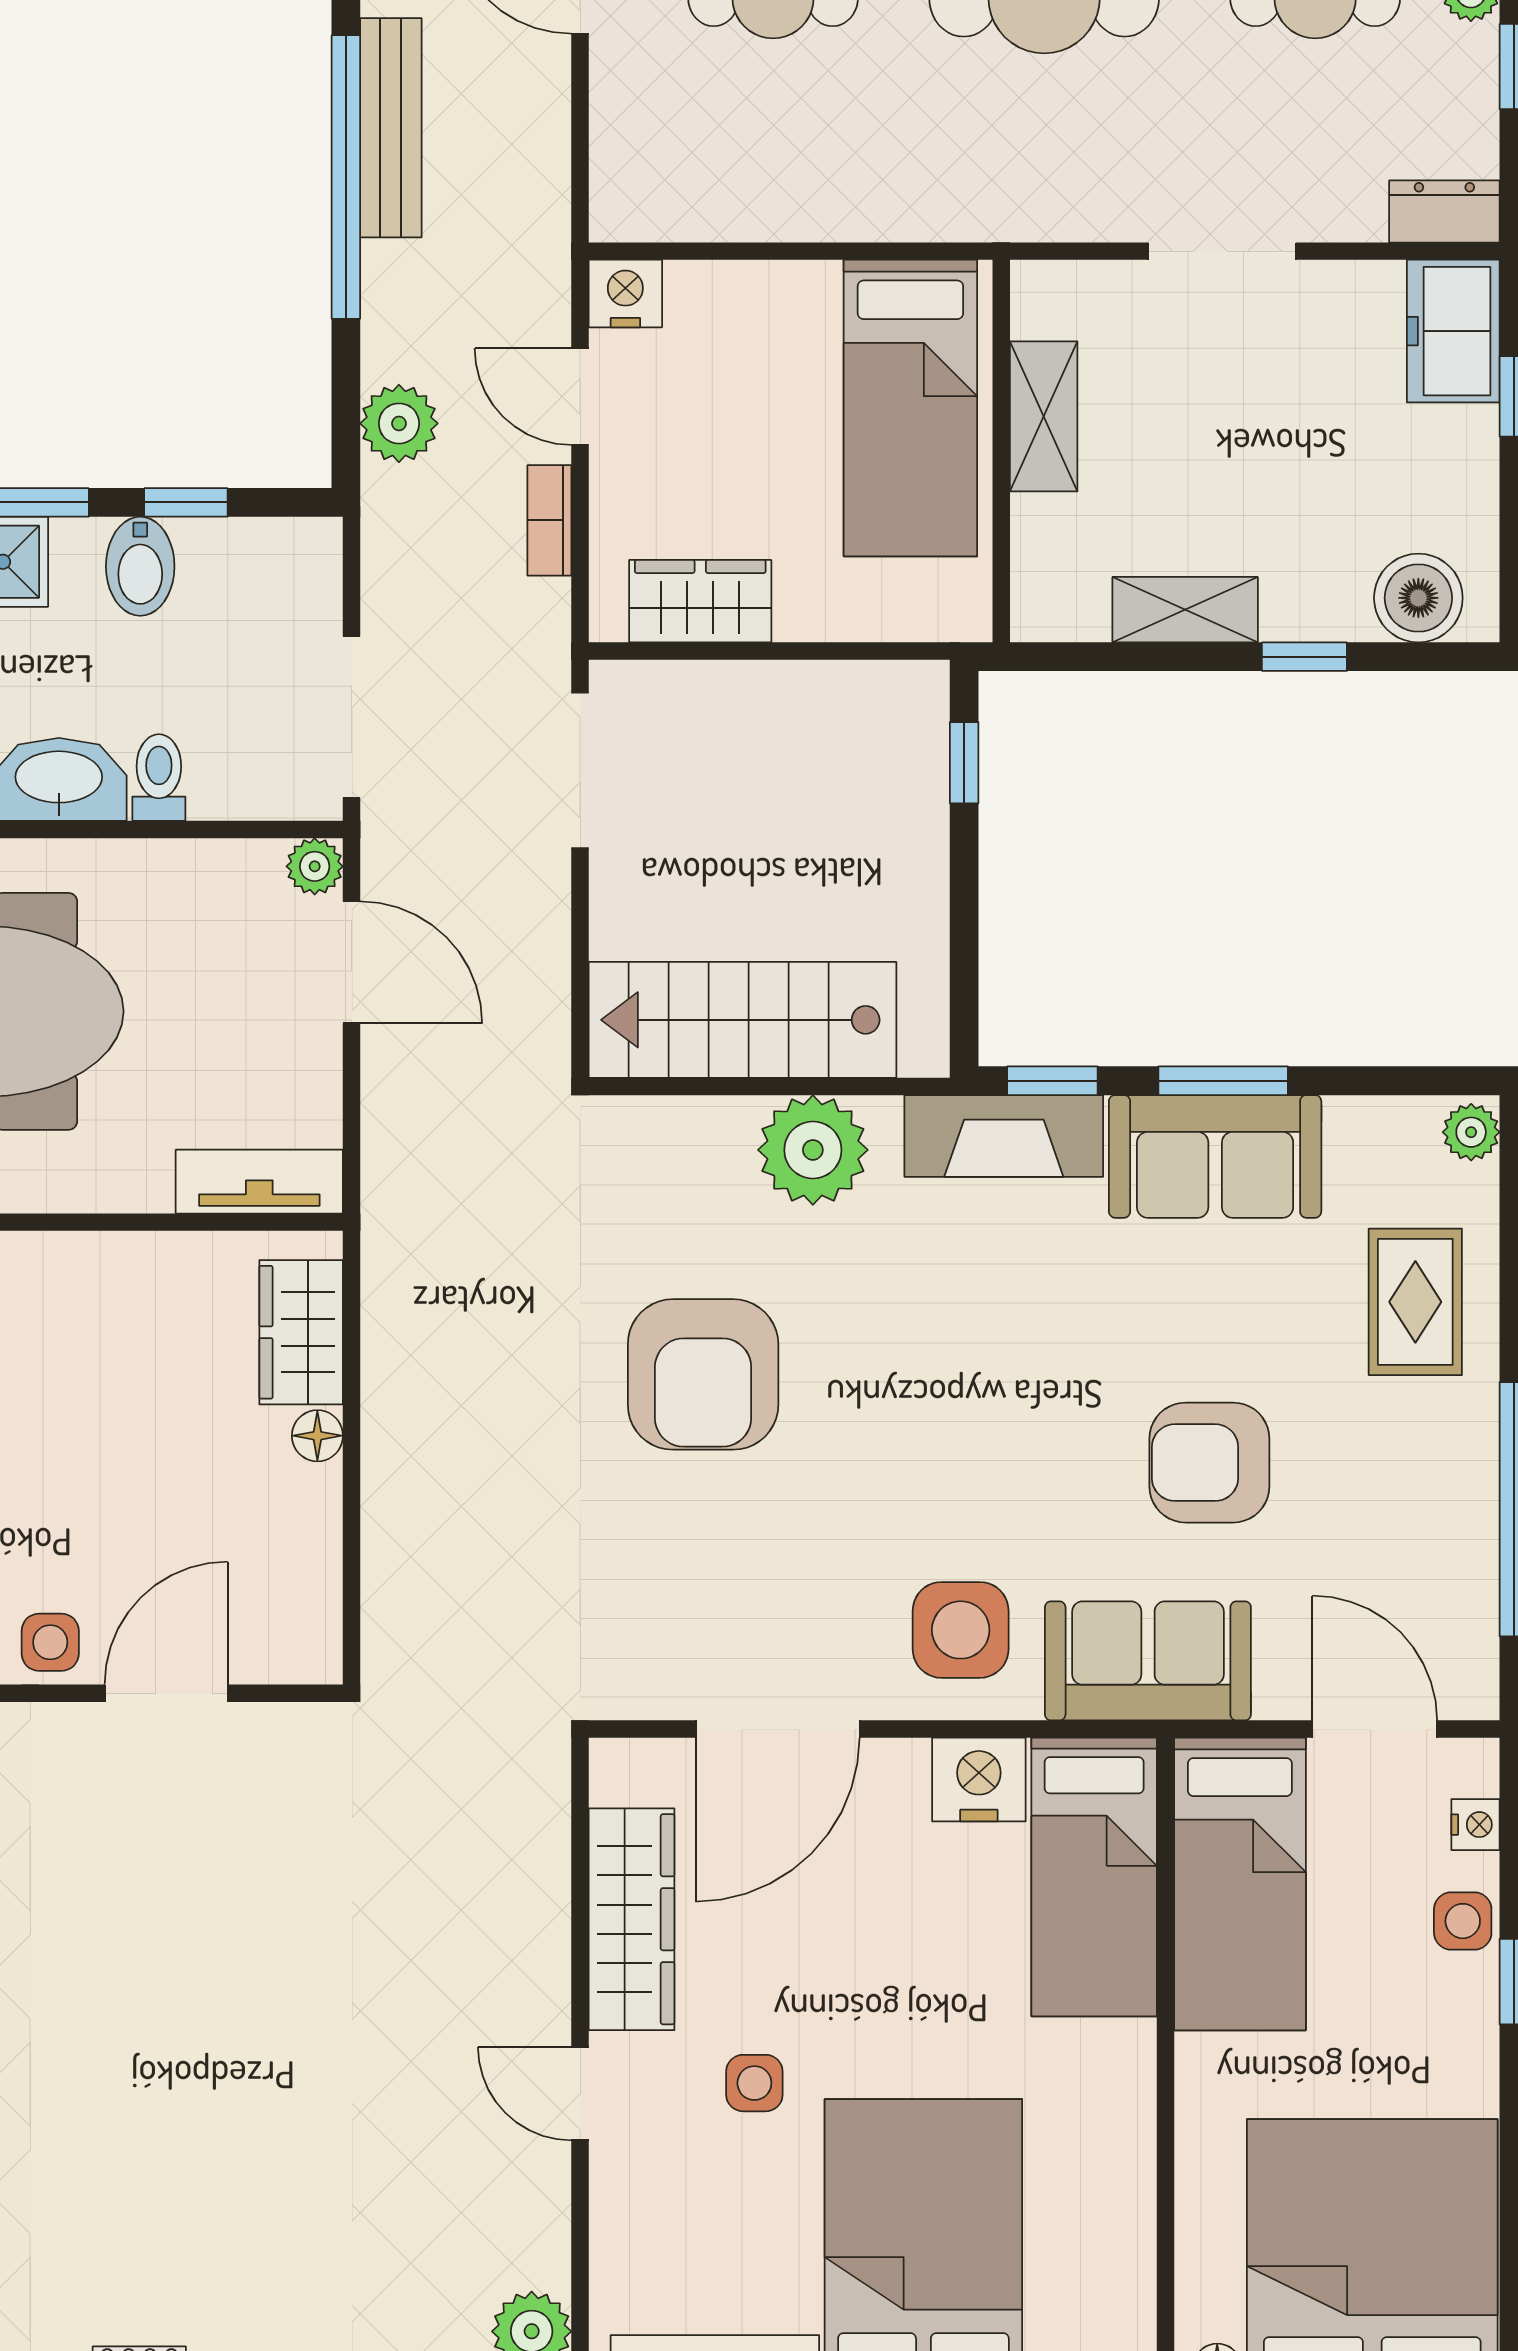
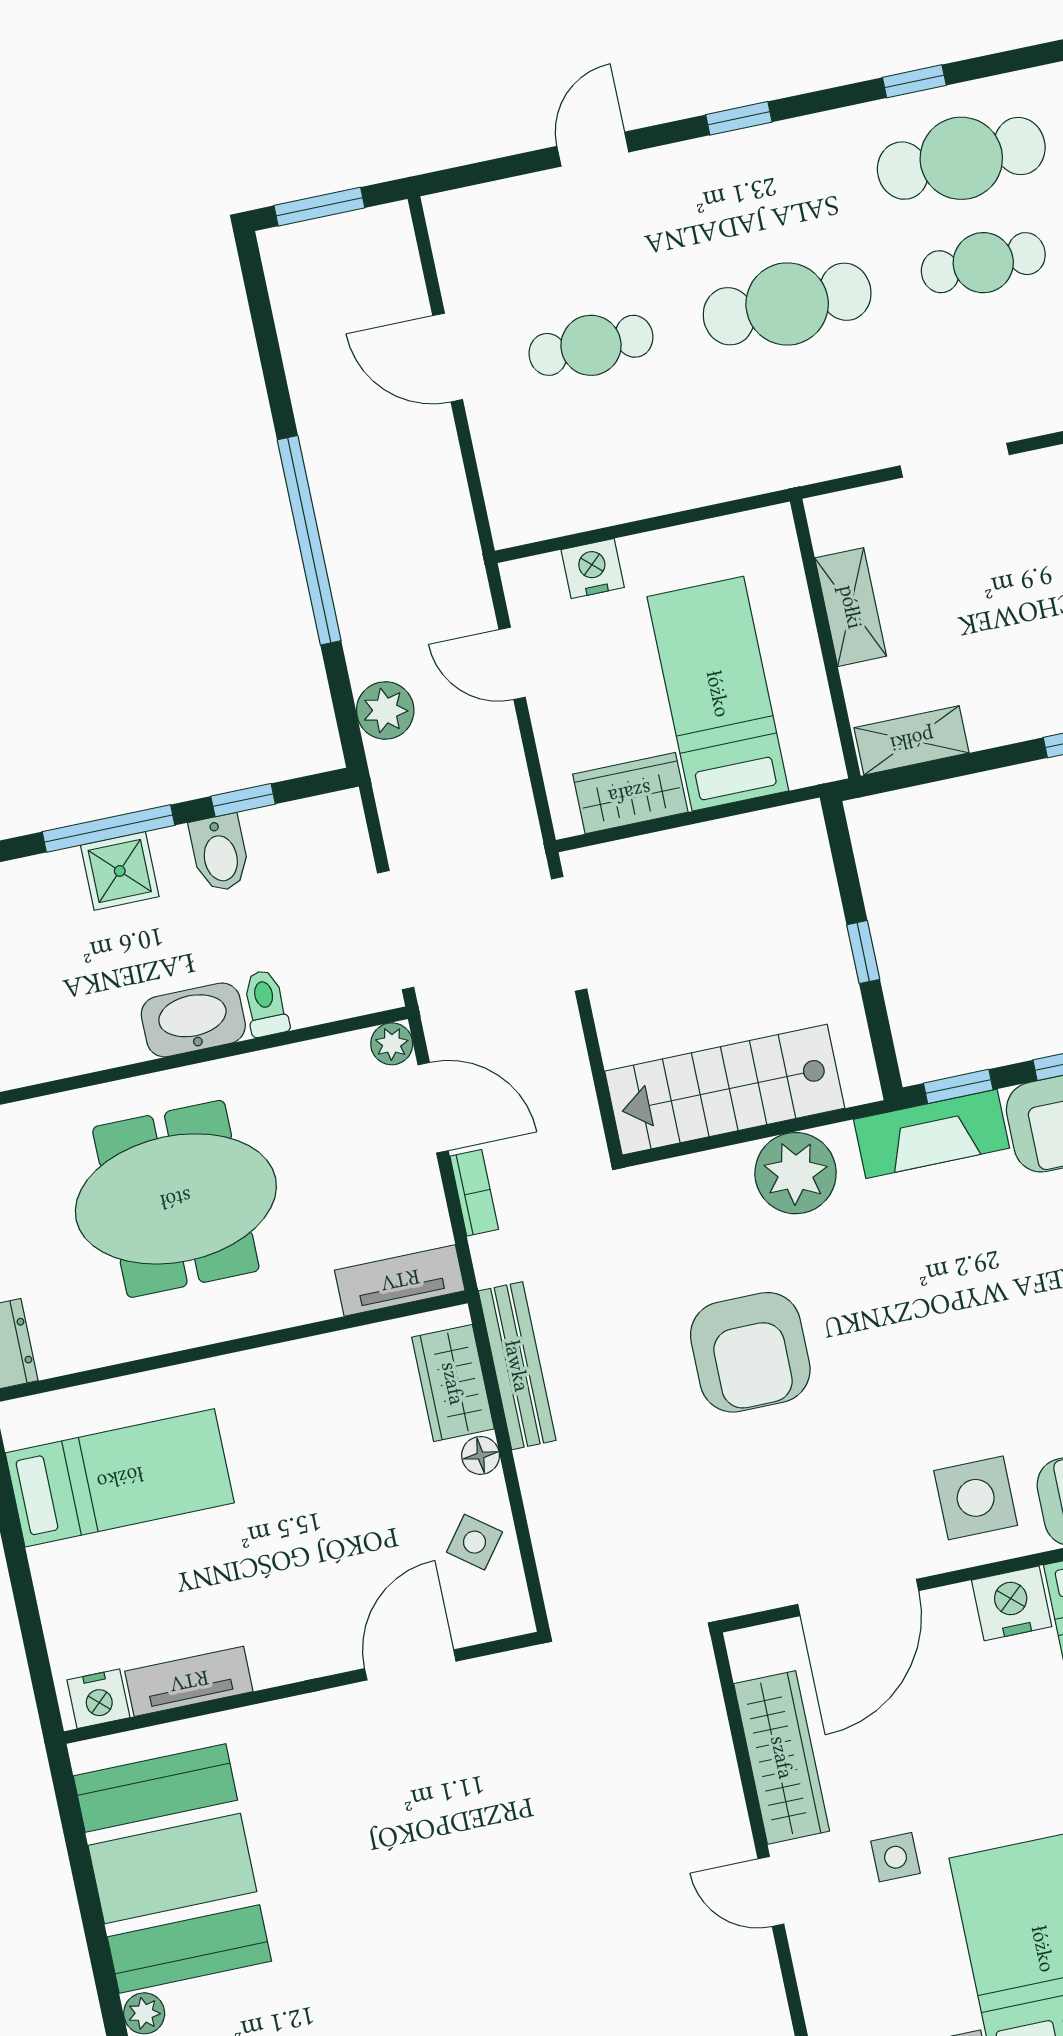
bench: (391, 128) -> (517, 1366), moved
nightstand: (625, 294) -> (593, 569), moved
bed: (910, 408) -> (718, 694), moved, turned 180
bookcase: (549, 520) -> (474, 1193), moved, turned 180
shelving: (1185, 610) -> (912, 740), moved
window: (964, 763) -> (863, 952), moved
side table: (50, 1642) -> (474, 1542), moved, turned 37

